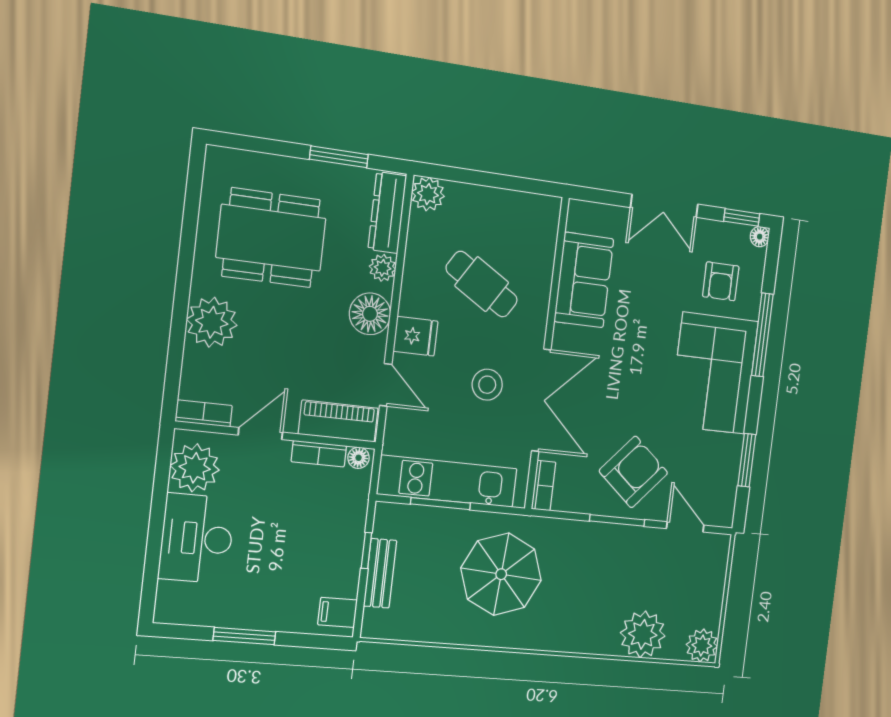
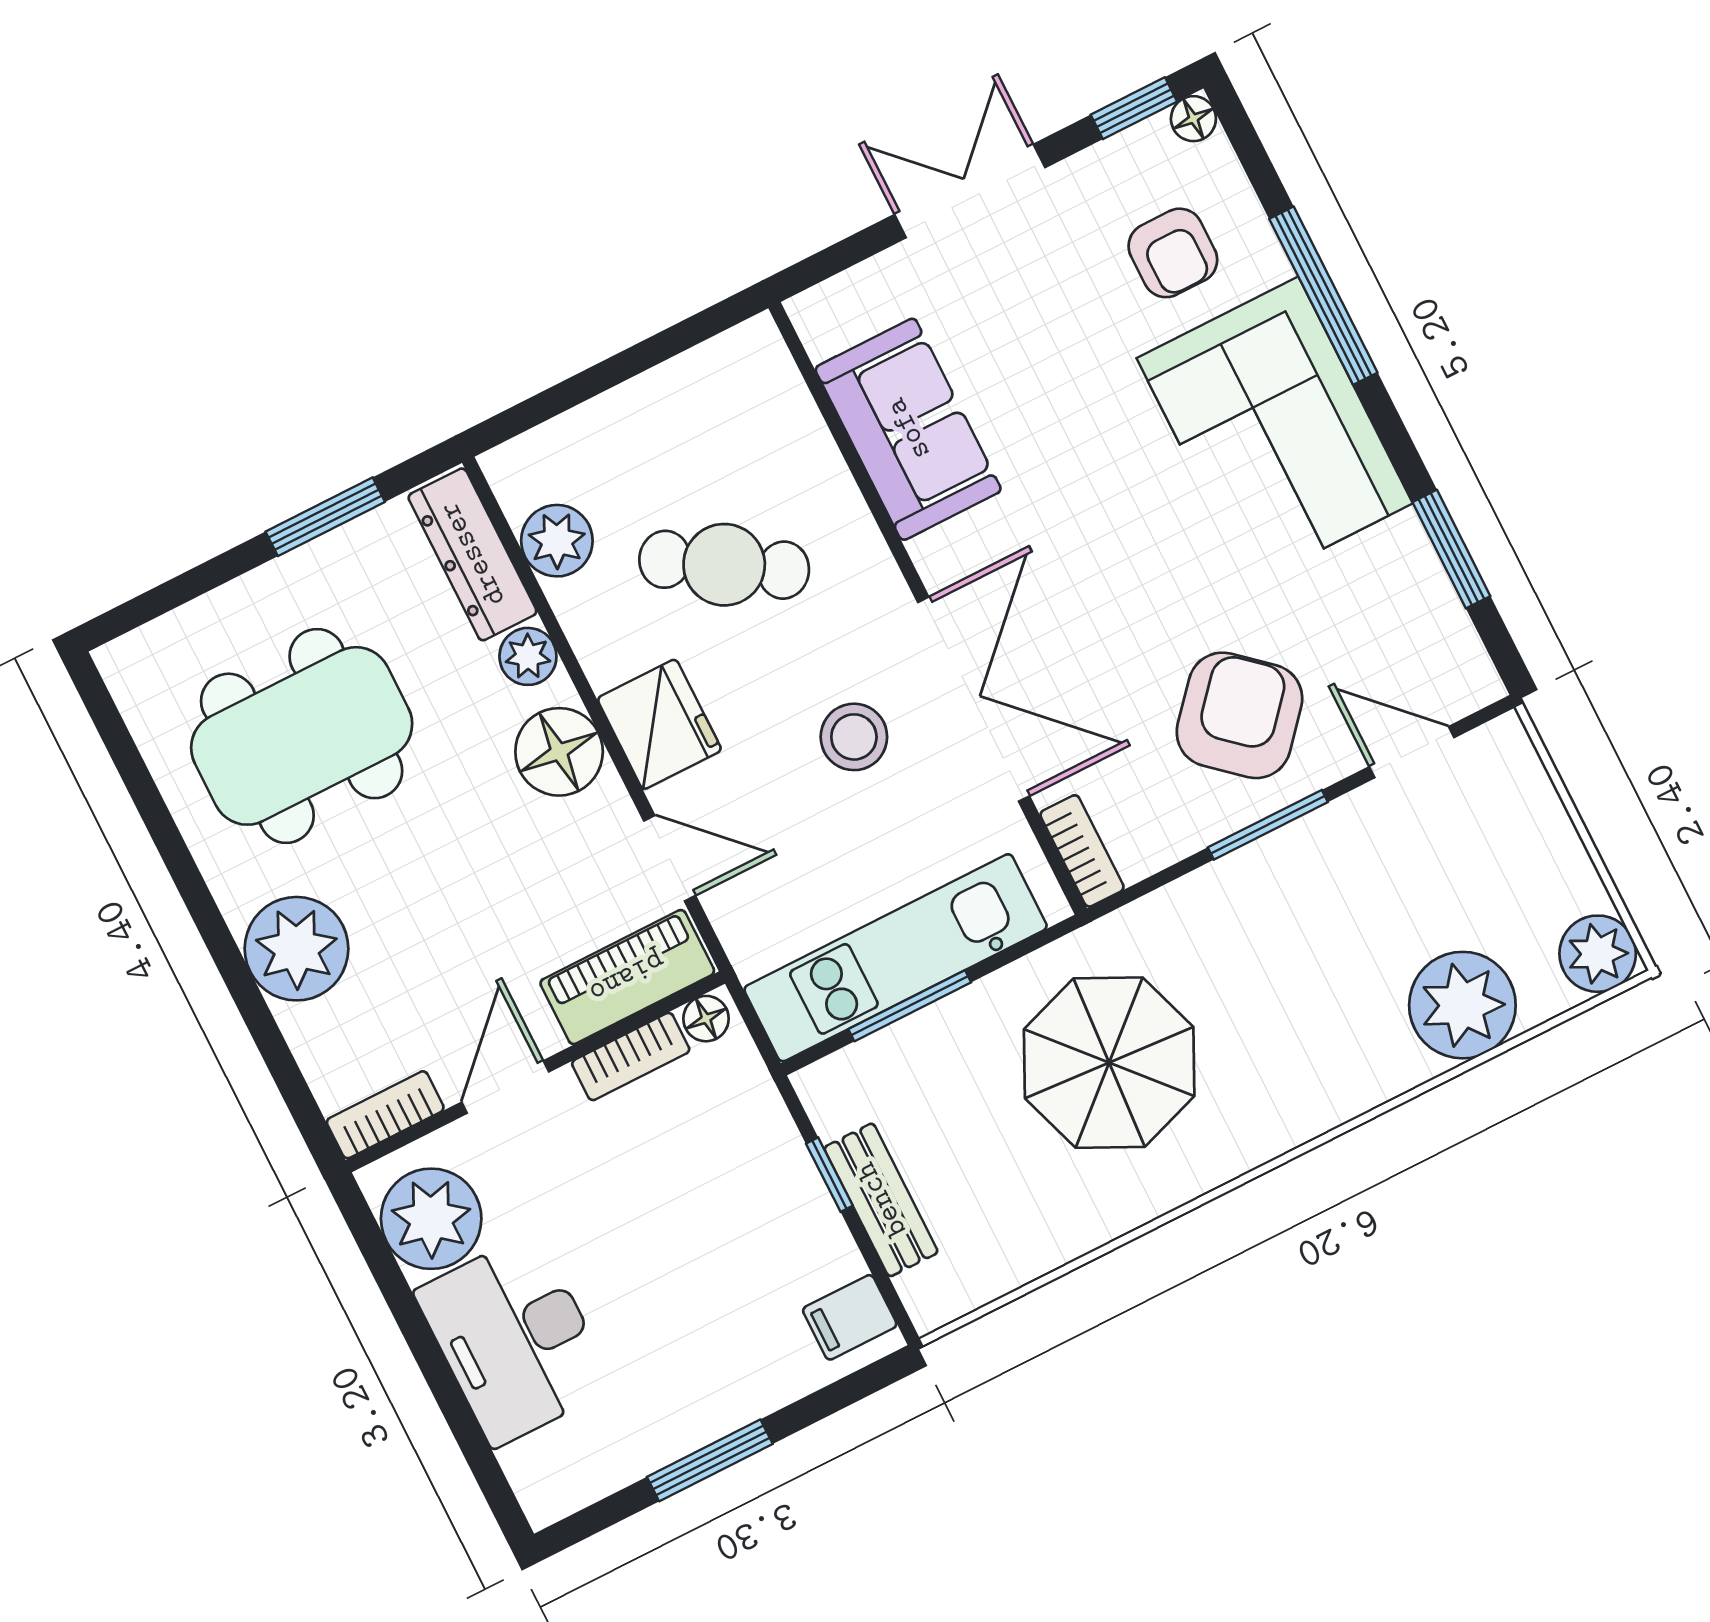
plant: (428, 194) -> (557, 541), moved
double door: (664, 206) -> (970, 191), swing flipped
fridge: (415, 336) -> (659, 724), width x1.38

